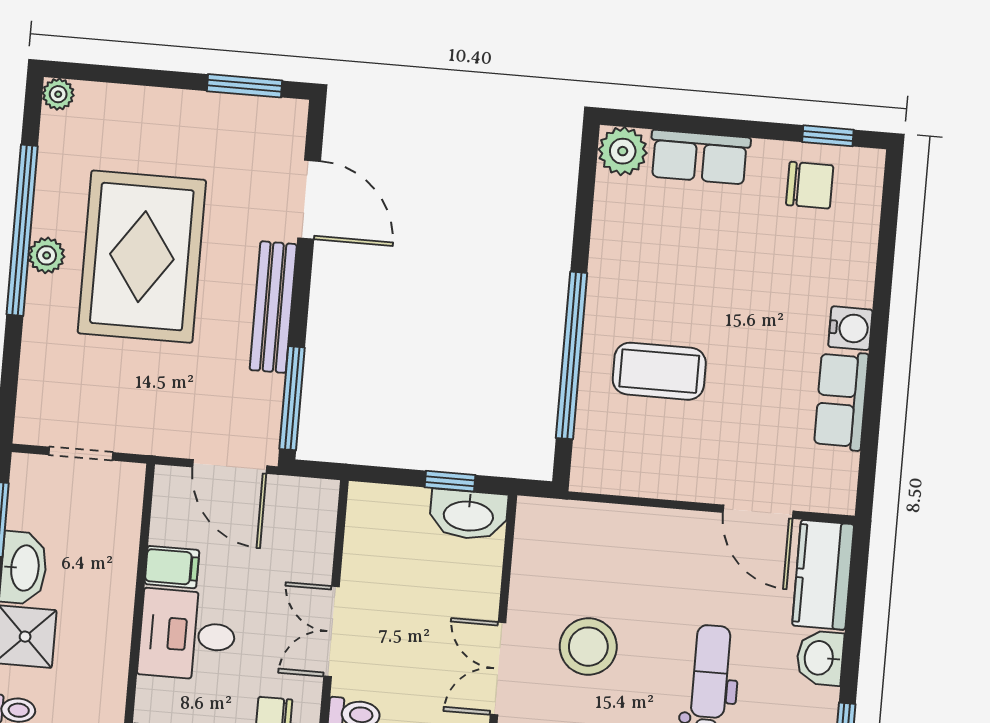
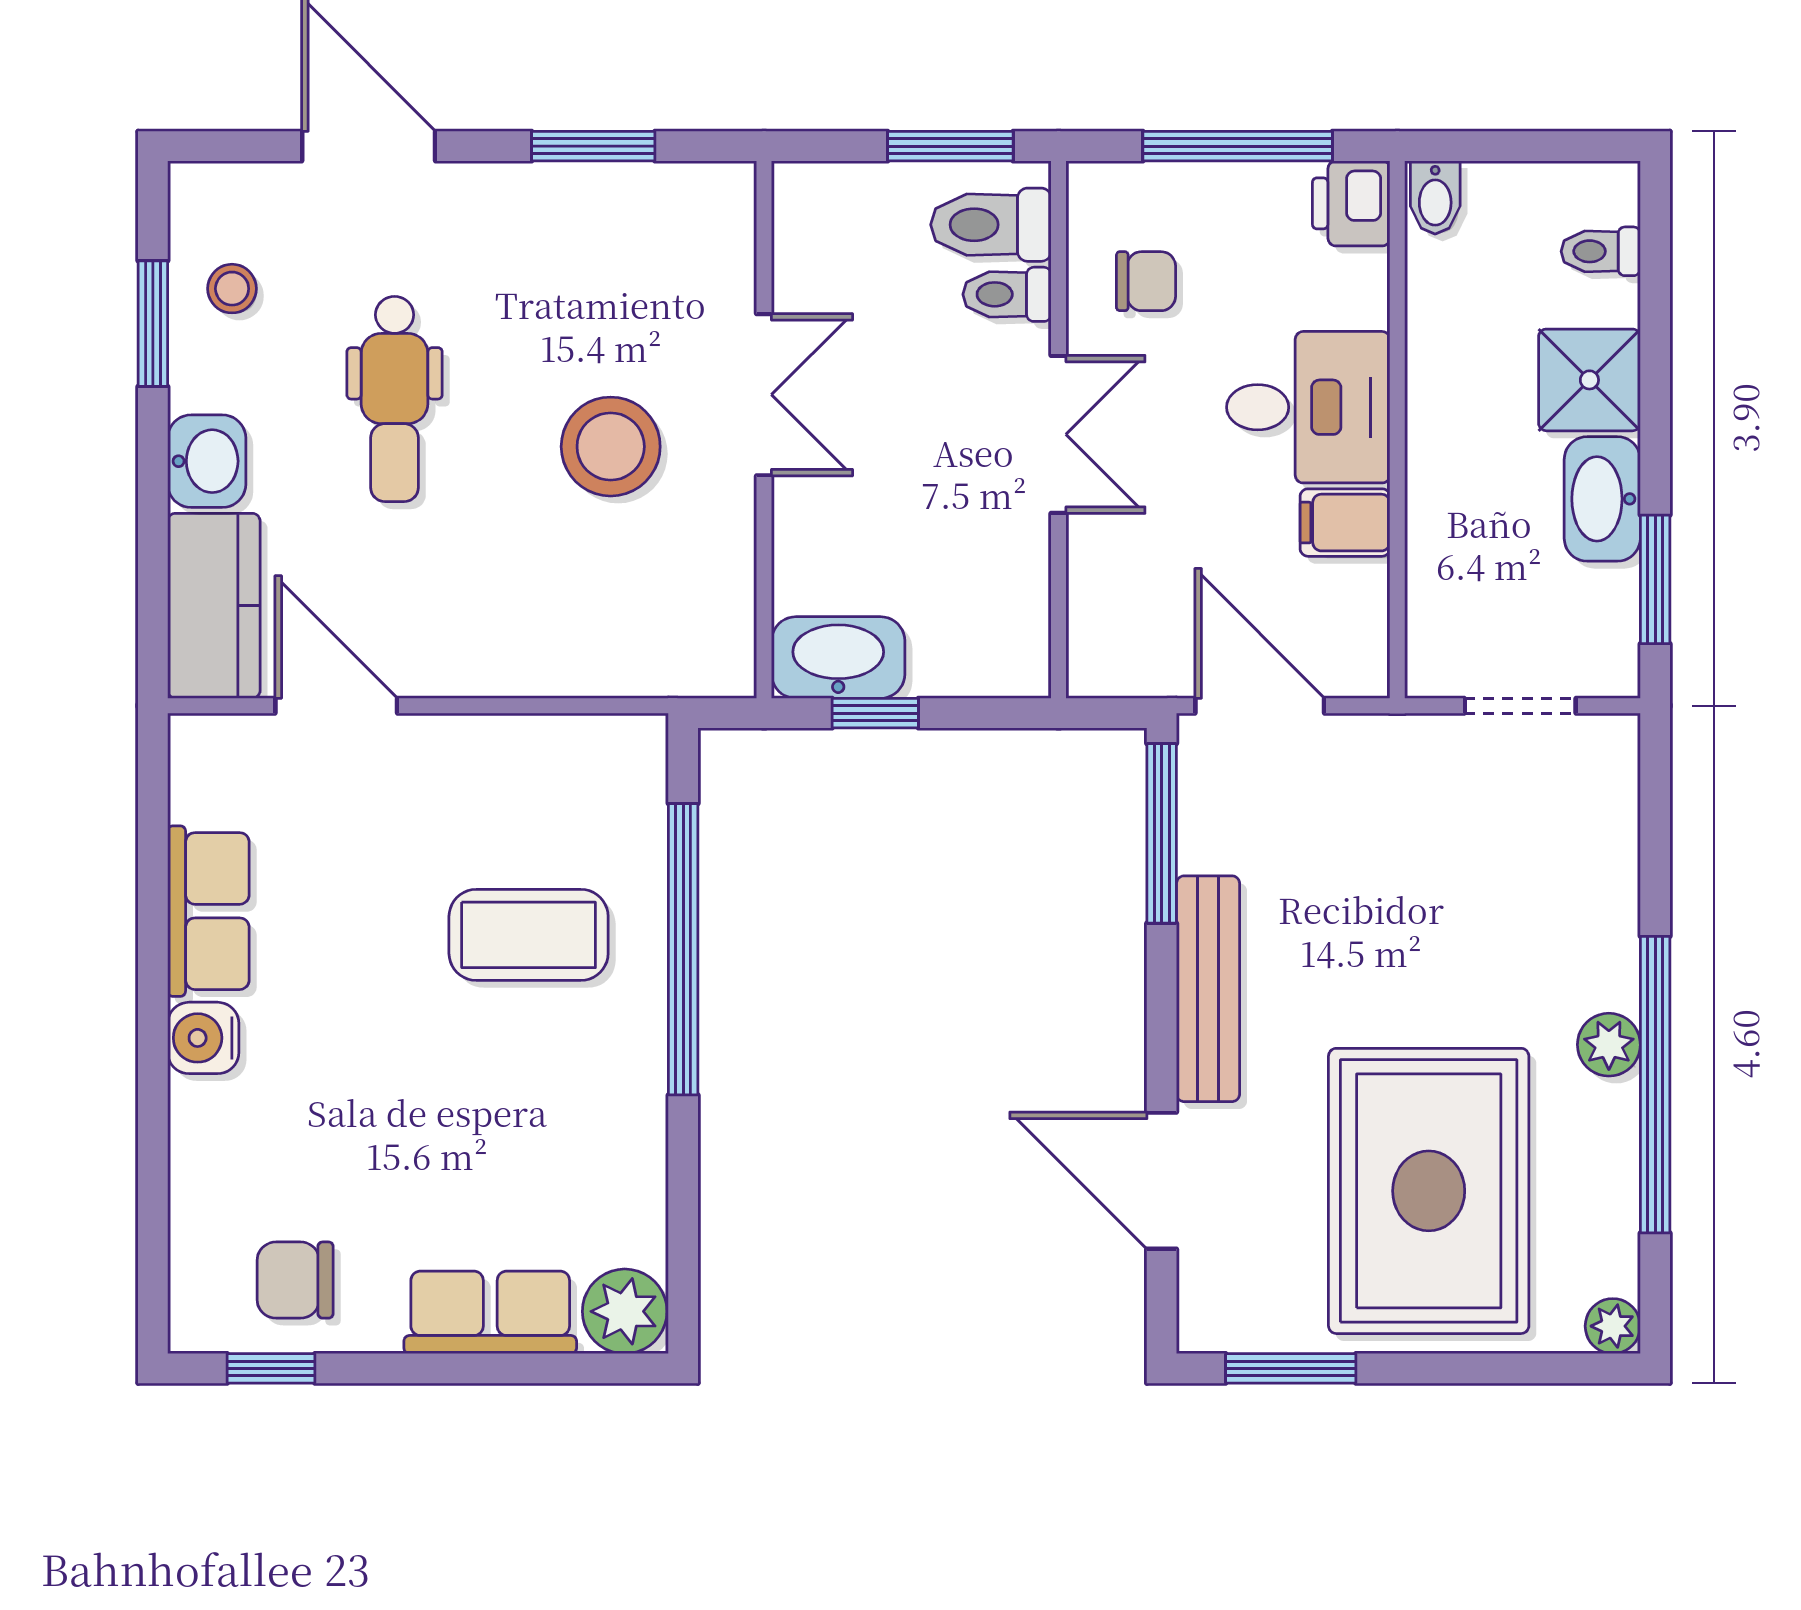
rug: (142, 257) -> (1429, 1191), moved

